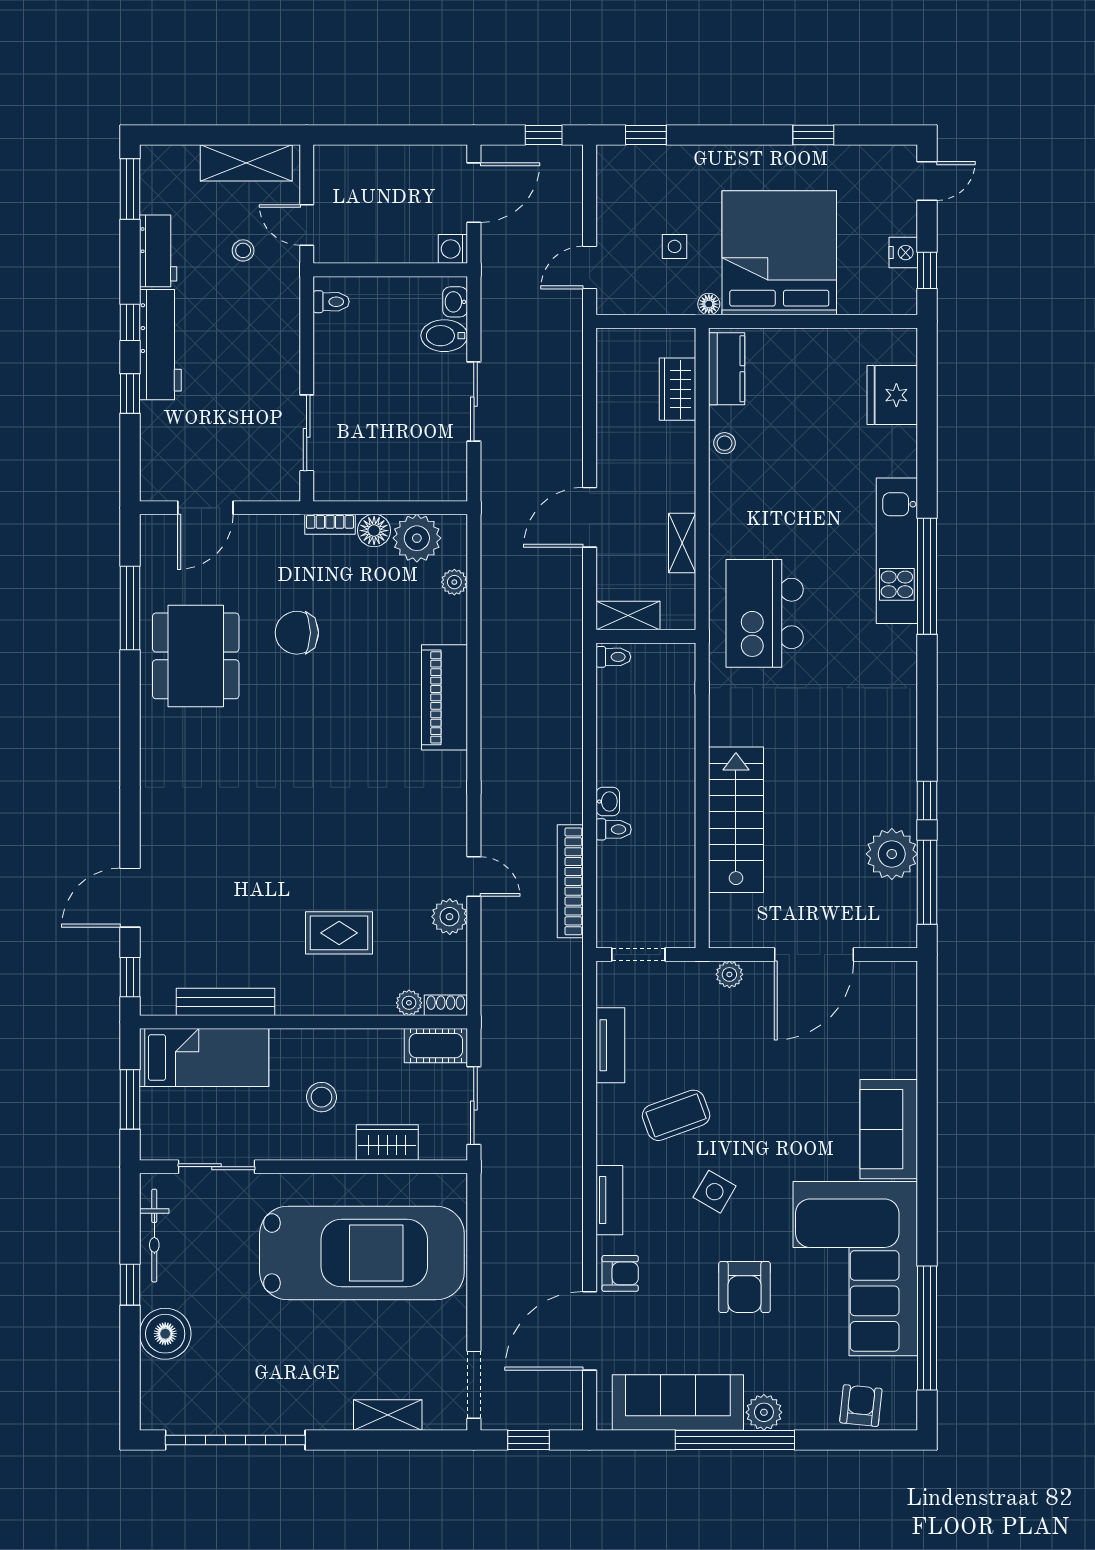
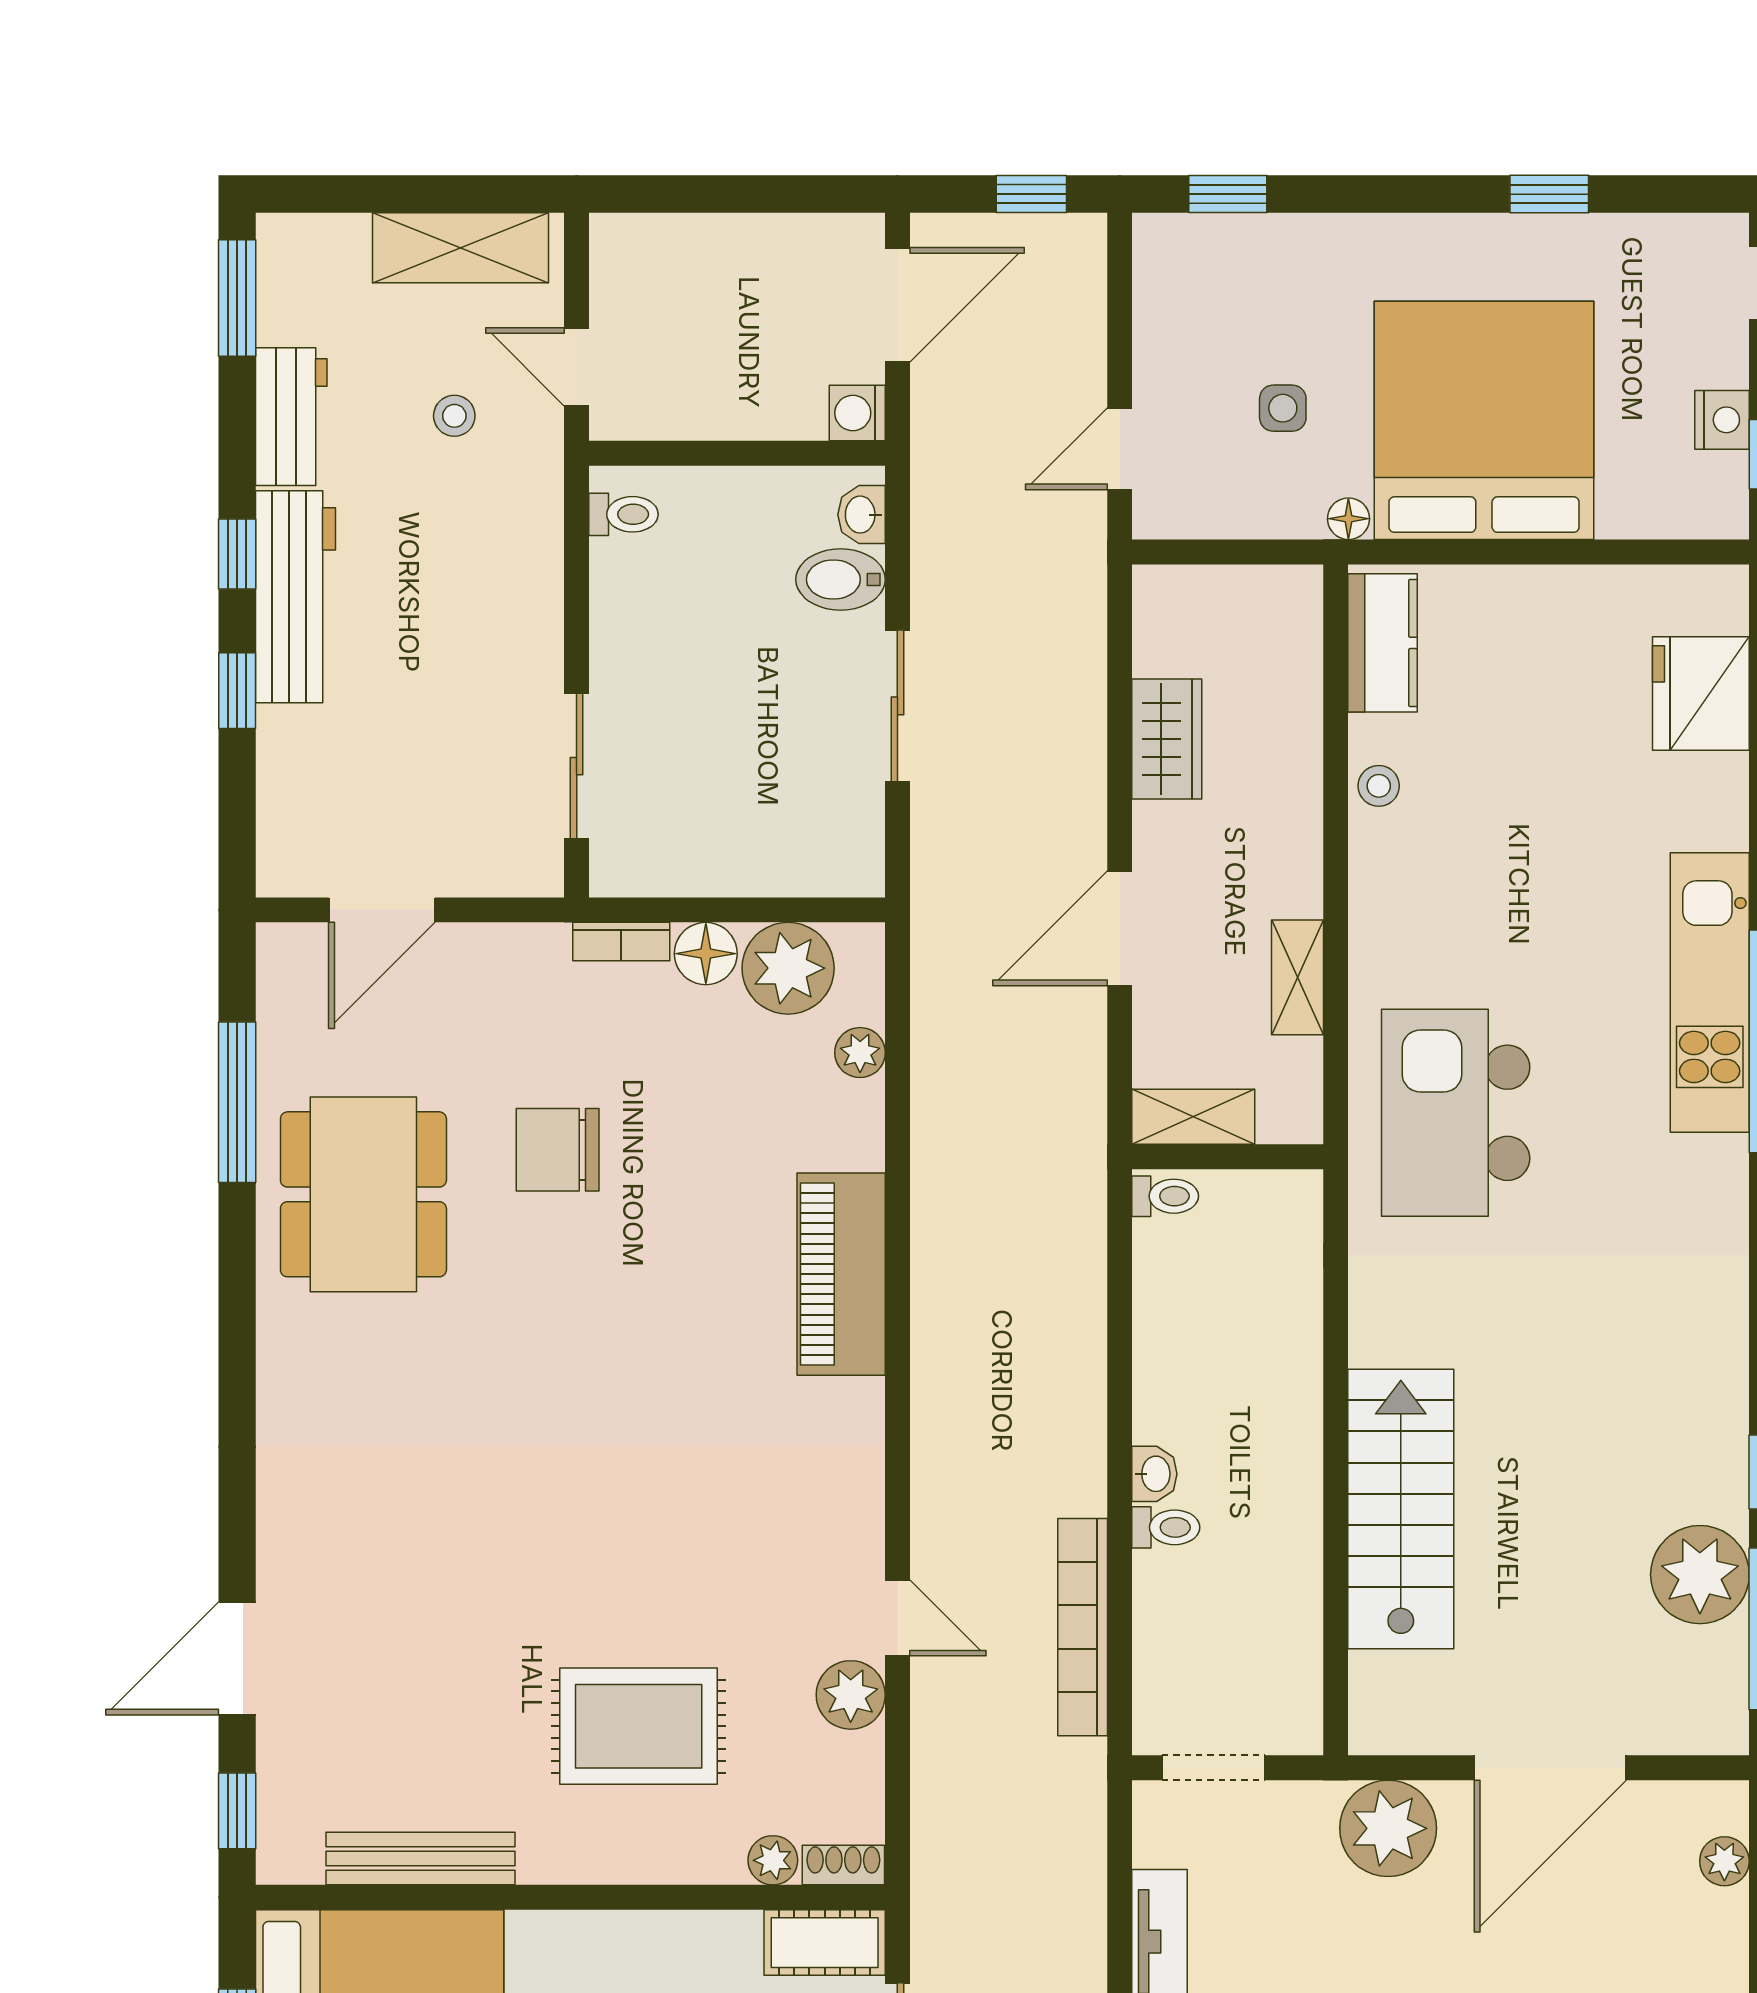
wardrobe: (677, 389) -> (1167, 739), moved, turned 180
rug: (339, 933) -> (639, 1726), width x1.36, depth x1.43
plant: (729, 974) -> (1388, 1828), width x1.87, depth x1.87
plant: (905, 1003) -> (1724, 1861), added

